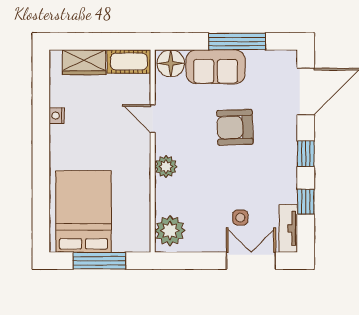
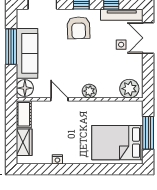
sofa: (216, 67) -> (27, 53), width x1.36
door: (153, 119) -> (59, 99), swing flipped
armchair: (235, 127) -> (79, 28), moved
tv unit: (288, 228) -> (122, 15), width x1.41

